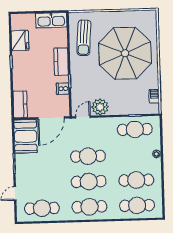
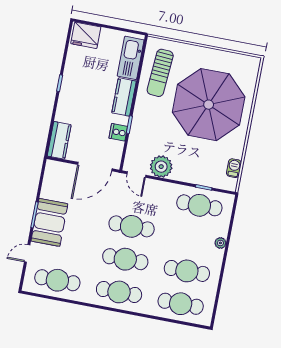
kitchen sink: (51, 20) -> (131, 58), moved, turned 90
fridge: (20, 41) -> (86, 35), moved, turned 90
door: (83, 117) -> (136, 175), swing flipped
booth: (26, 136) -> (49, 222), moved

